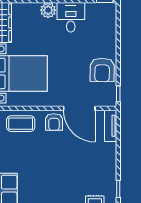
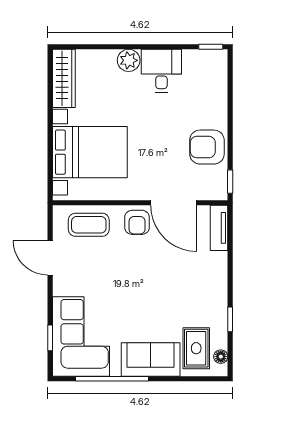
armchair: (102, 70) -> (207, 147), turned 89

